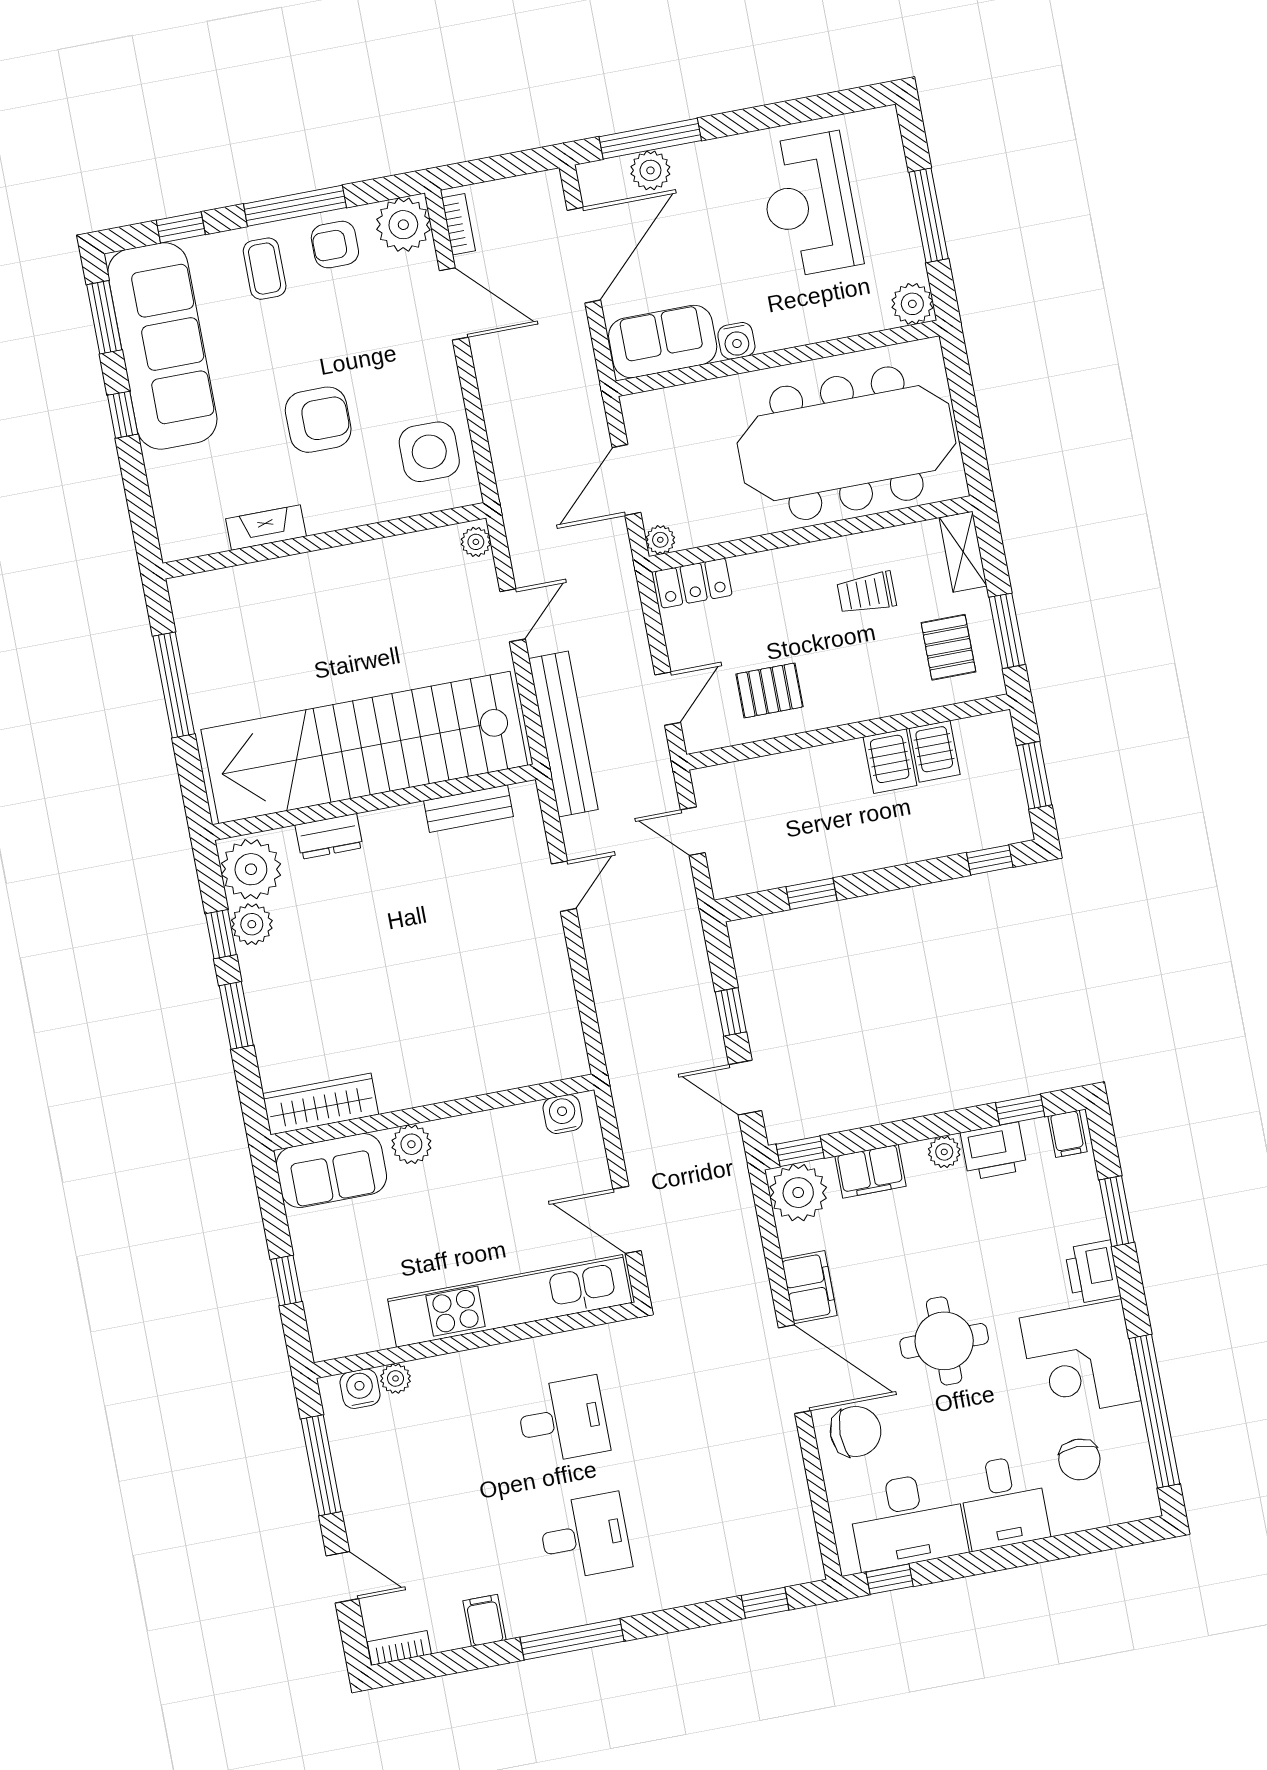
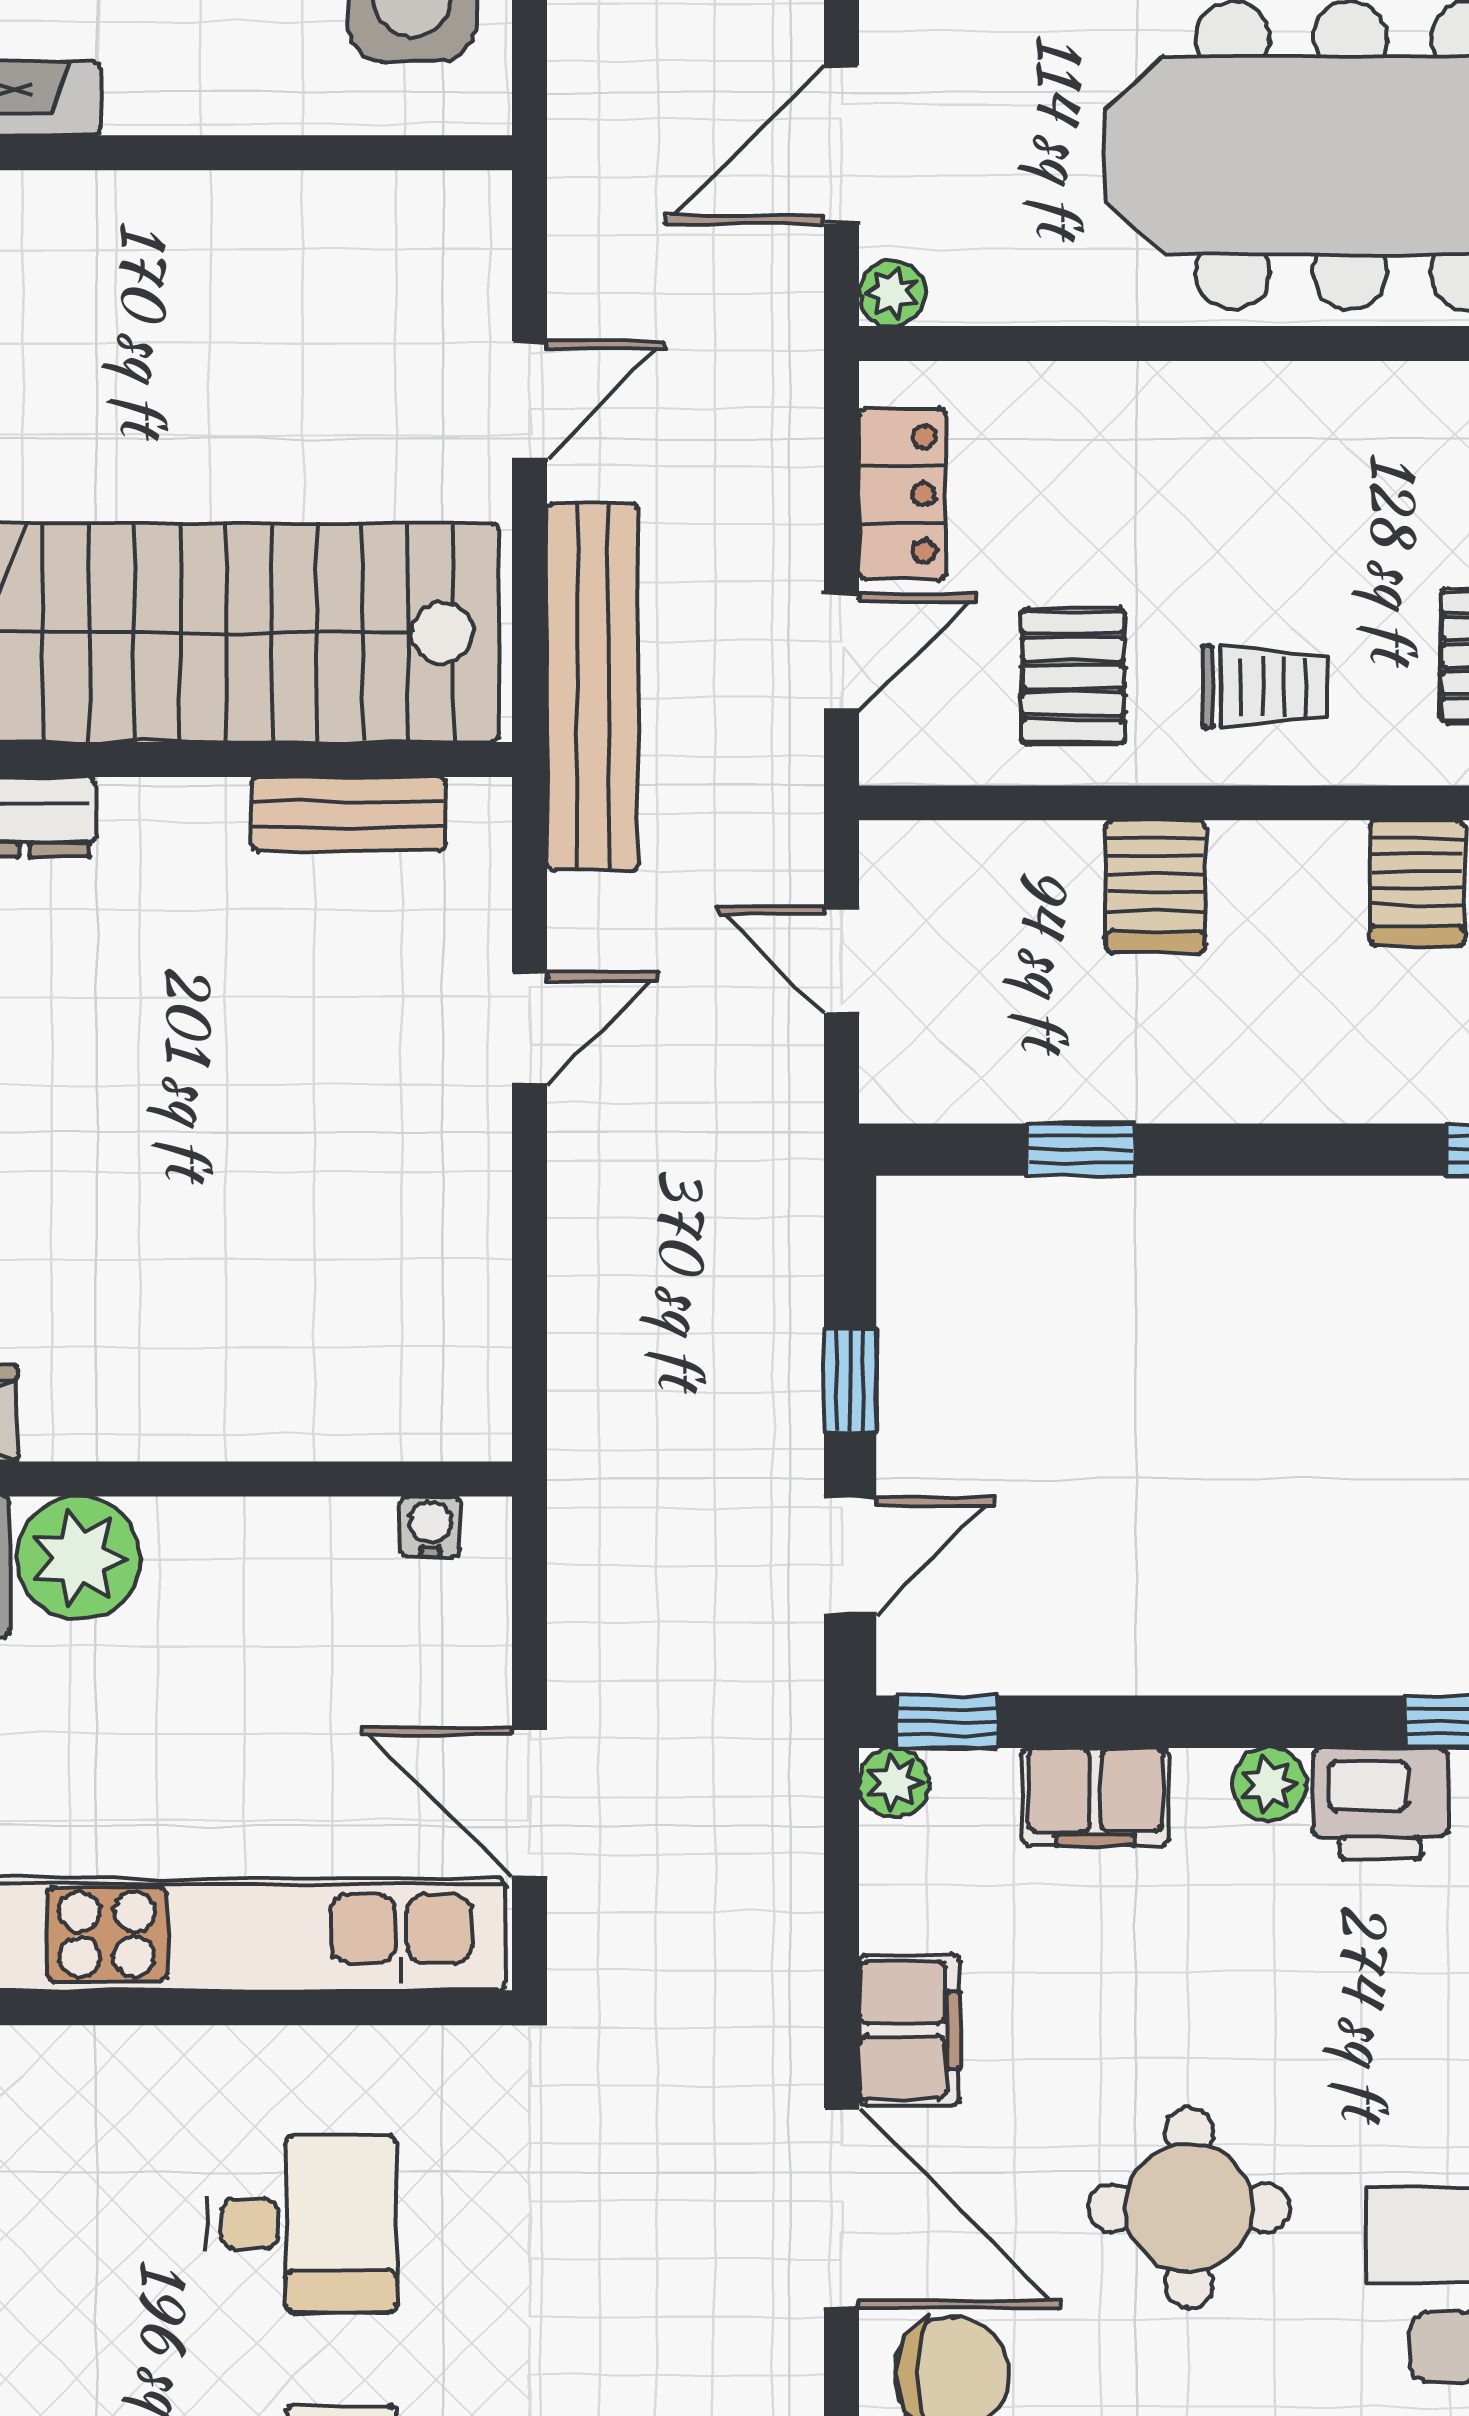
plant: (476, 542) -> (478, 220), removed
locker: (694, 583) -> (902, 494), moved, turned -90
trolley: (867, 593) -> (1265, 687), moved, turned 180
pallet: (770, 690) -> (1073, 677), turned 90
server rack: (890, 761) -> (1156, 886), moved
door: (745, 1088) -> (850, 1556), swing flipped
water cooler: (563, 1114) -> (430, 1527), width x0.72, depth x0.72
plant: (411, 1144) -> (79, 1558), width x1.36, depth x1.36
plant: (798, 1193) -> (894, 1783), width x0.53, depth x0.53

